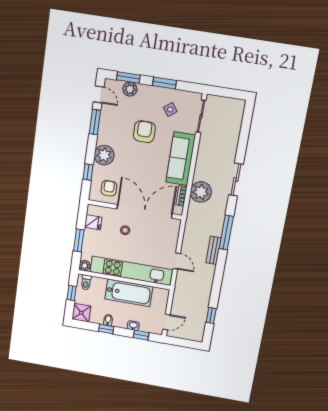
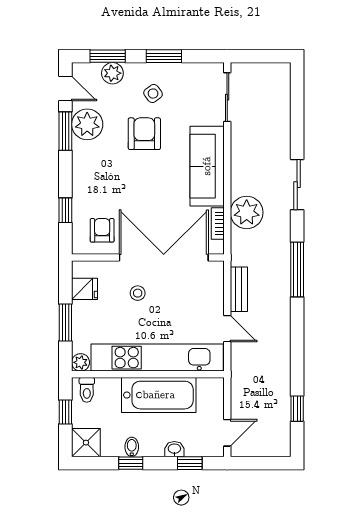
side table: (170, 110) -> (153, 94), moved
plant: (104, 155) -> (87, 124), moved
bench: (214, 250) -> (239, 289), moved

